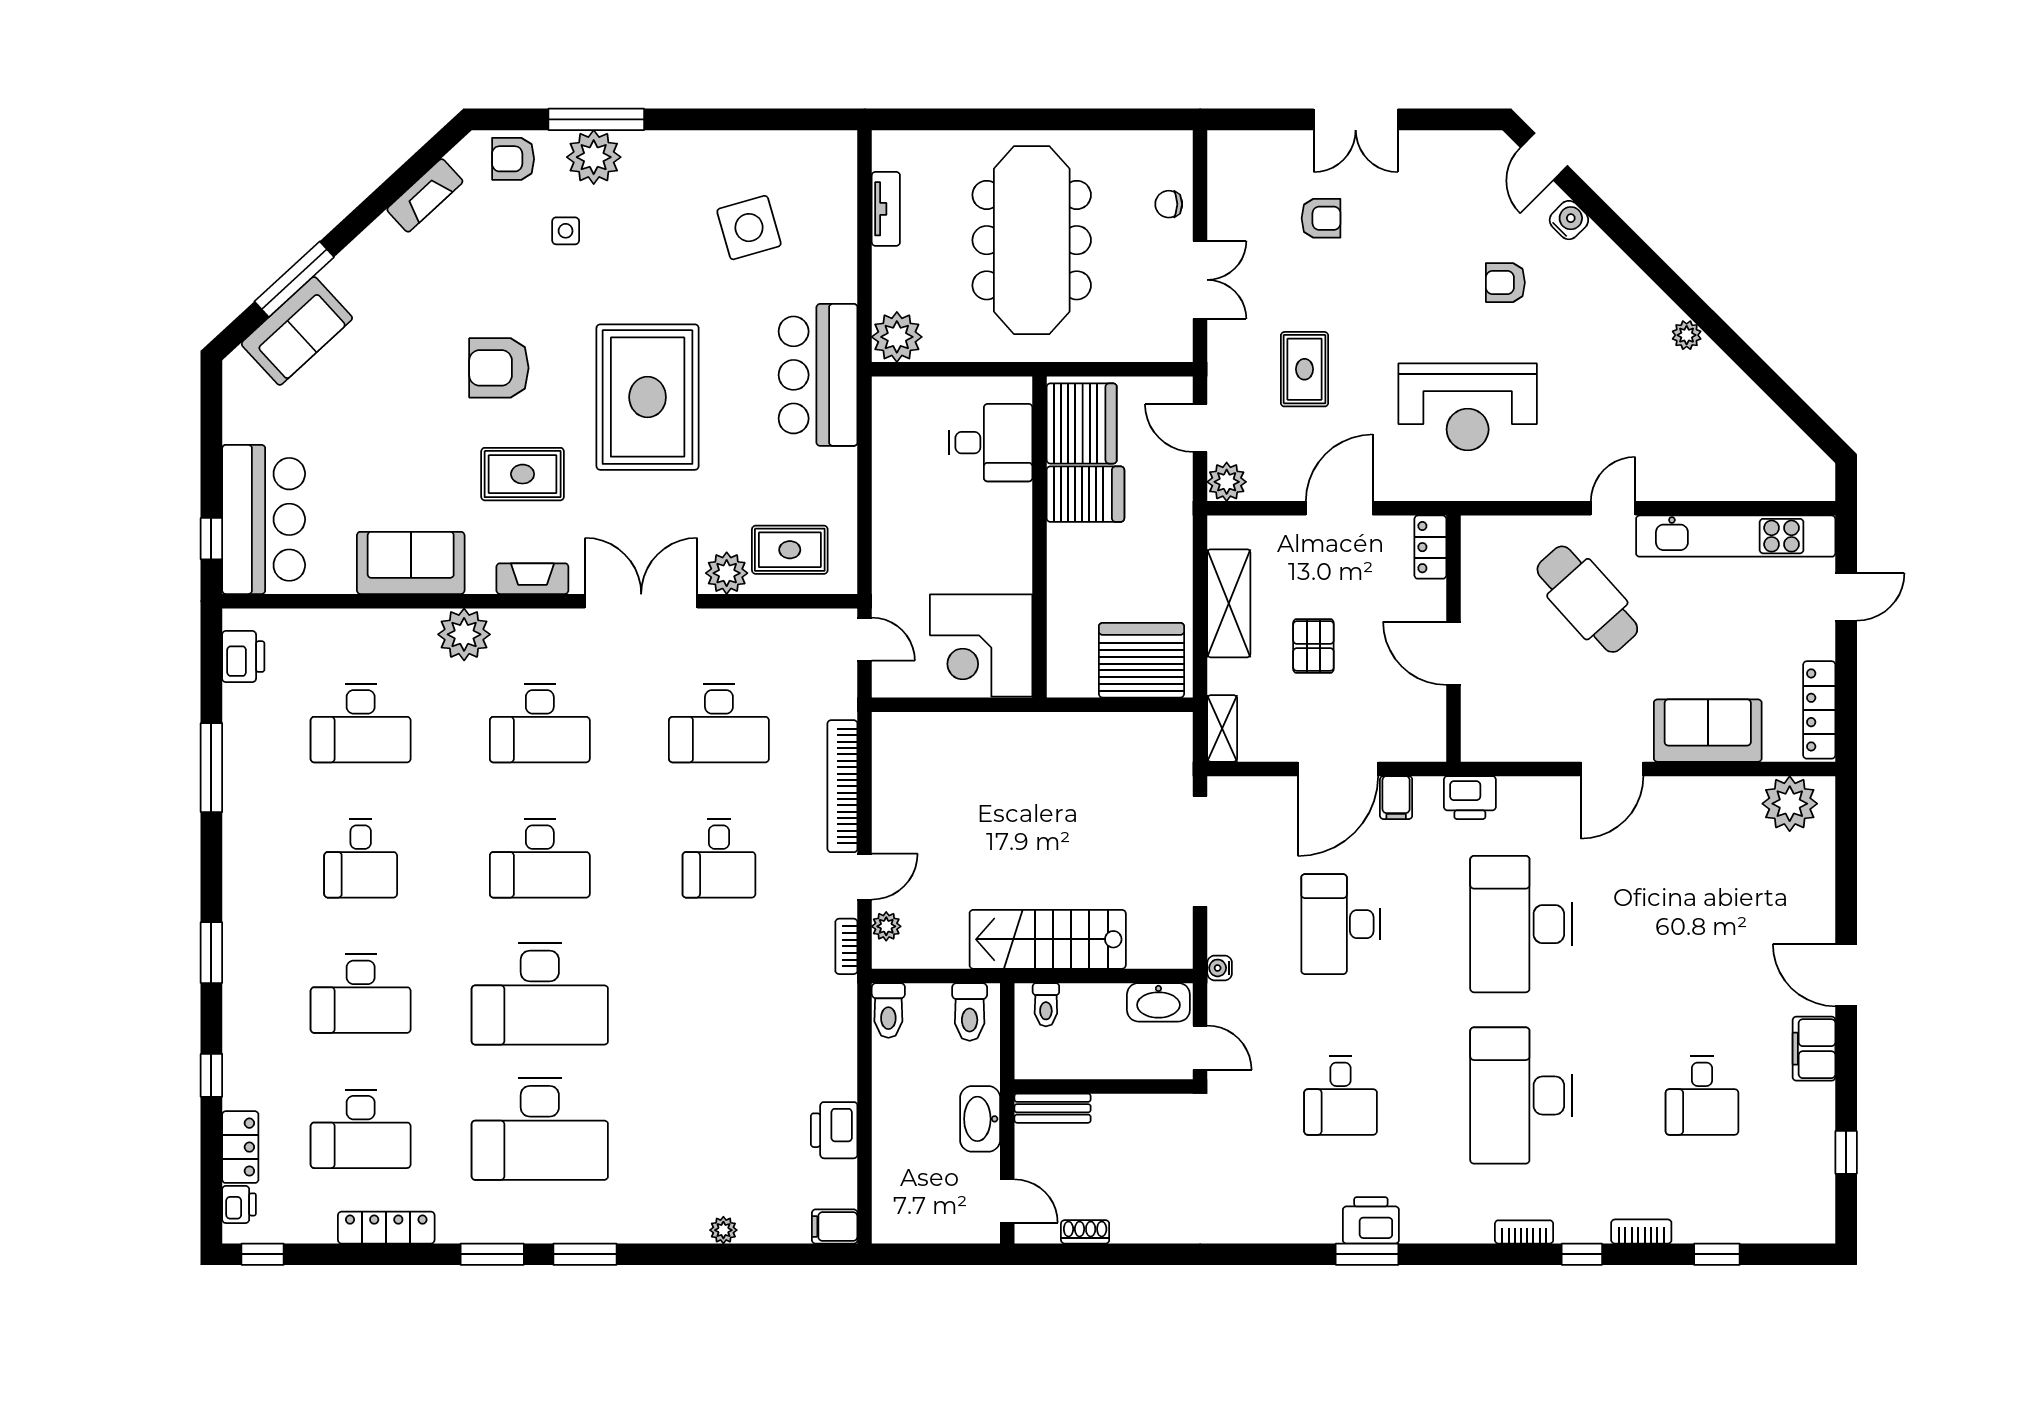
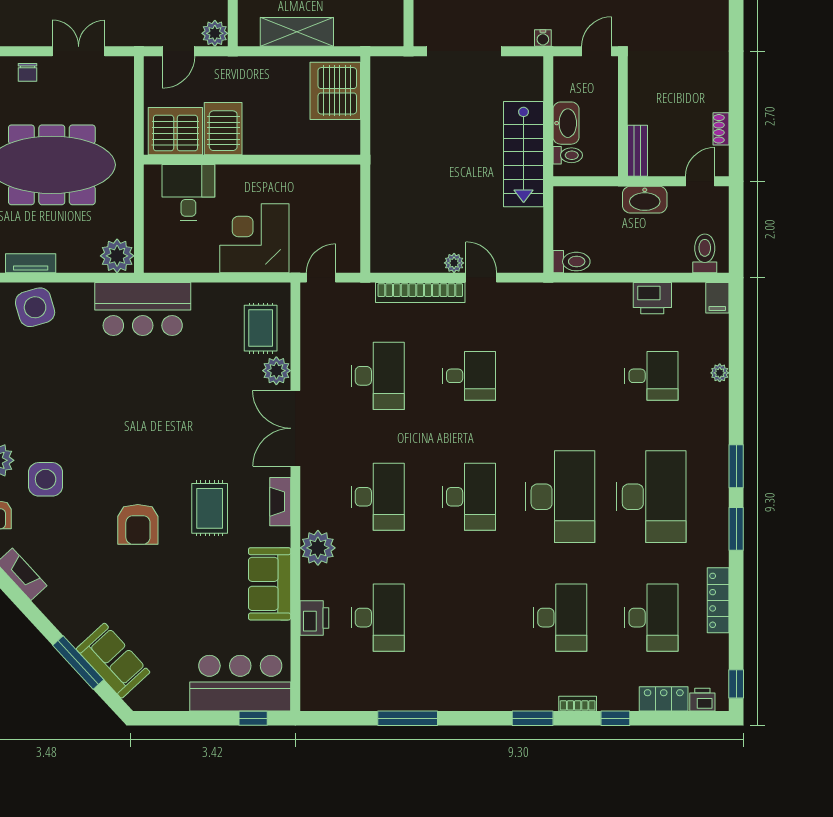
side table: (749, 228) -> (35, 307), moved
side table: (566, 231) -> (46, 479), width x1.87, depth x1.87
rug: (648, 397) -> (158, 424), removed
corner desk: (981, 645) -> (254, 238), moved, turned 180
printer: (243, 657) -> (314, 618), moved, turned 90
shelving: (1222, 728) -> (381, 36), removed
desk: (361, 858) -> (651, 376), moved
plant: (886, 926) -> (454, 263), moved
bookcase: (846, 946) -> (578, 704), moved, turned 180
washbasin: (1158, 1002) -> (566, 123), moved
toilet: (970, 1012) -> (705, 253), moved, turned -90

